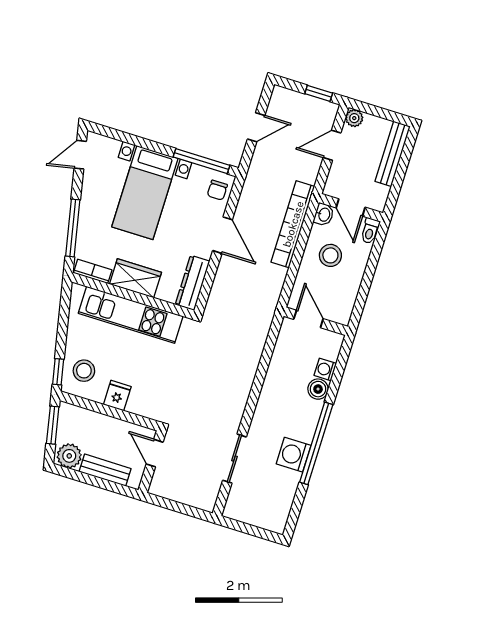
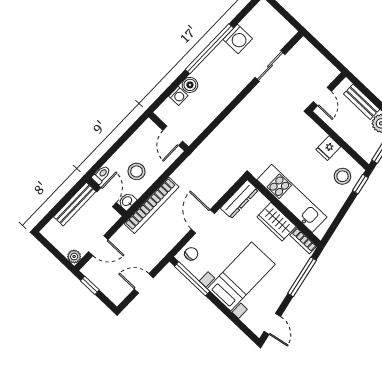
bench: (393, 154) -> (75, 204), moved
door: (80, 155) -> (272, 324), hinge flipped
washing machine: (294, 455) -> (238, 39), moved

